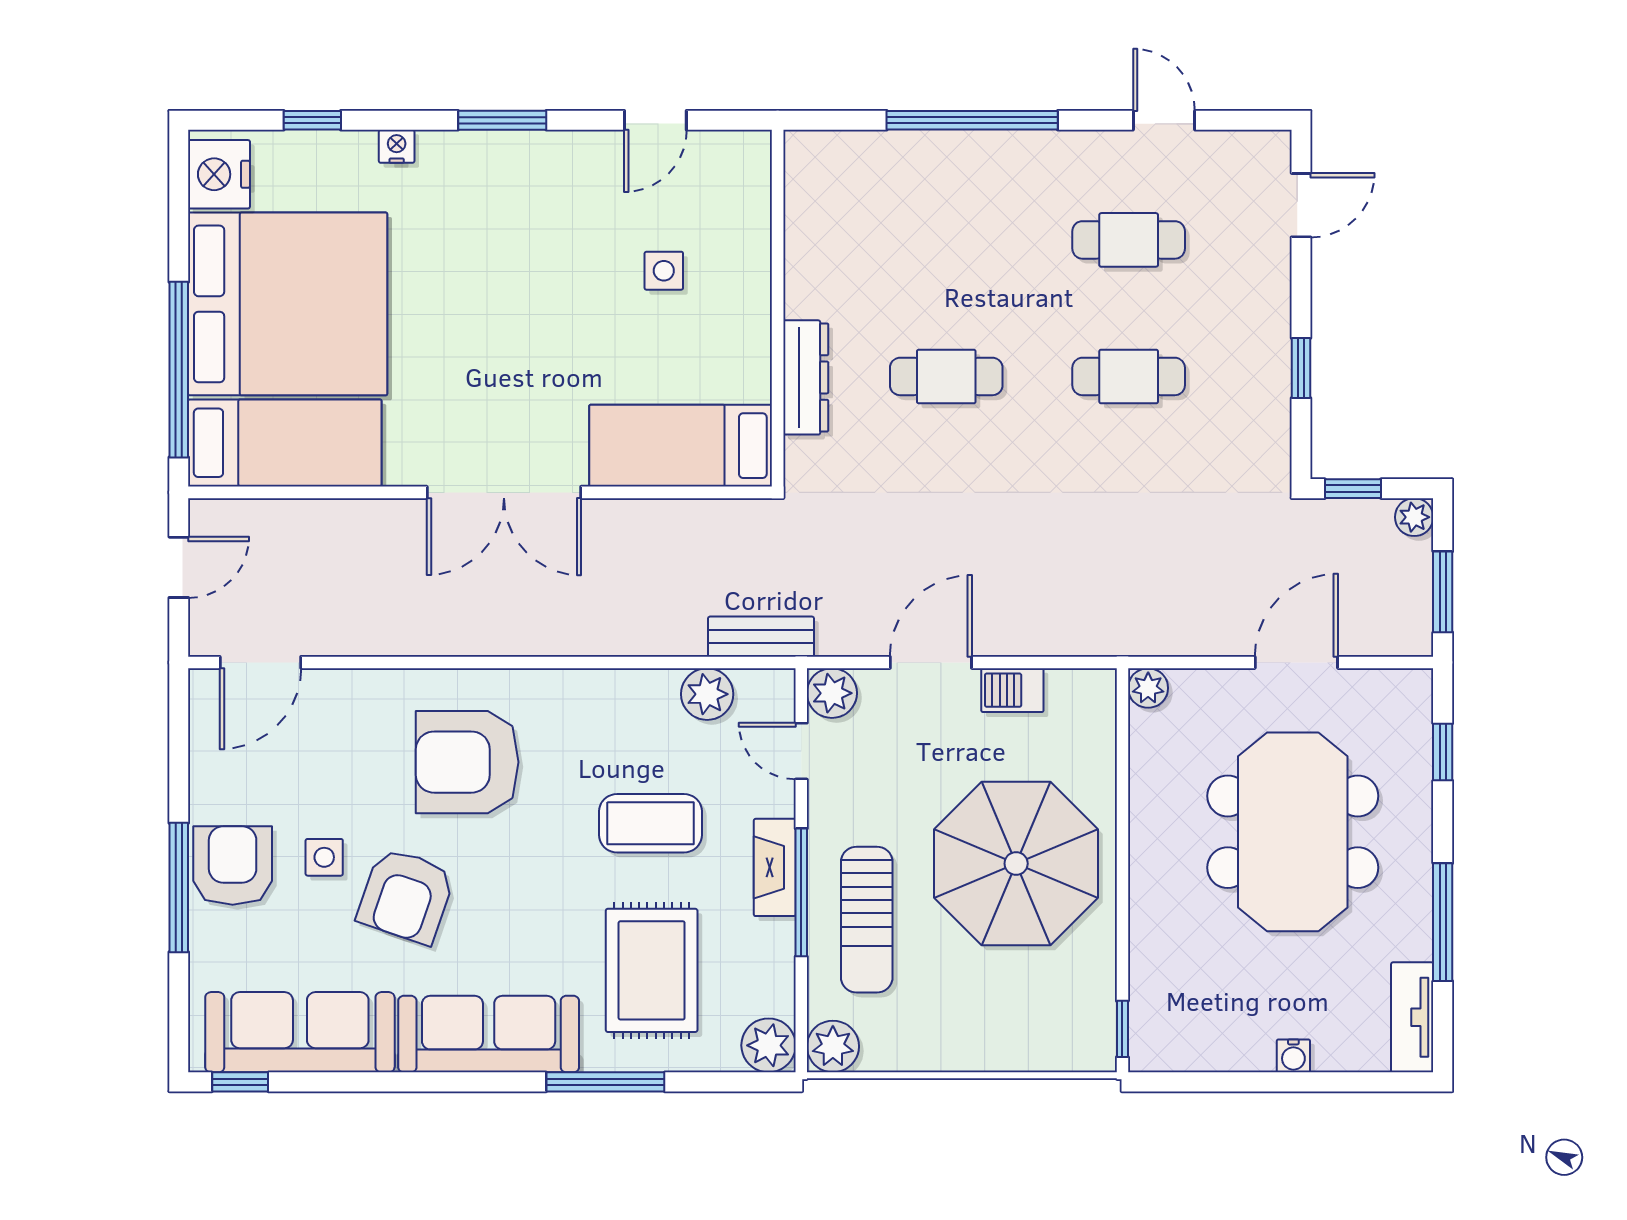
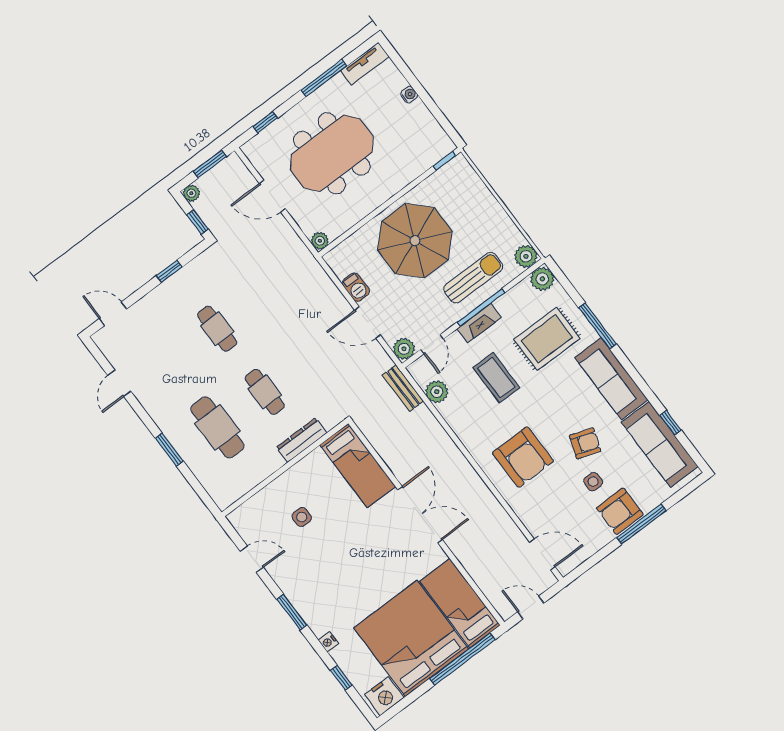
window: (972, 120) -> (169, 450), width x0.47
cafe table: (1129, 240) -> (217, 427), moved, width x1.37, depth x1.35
armchair: (406, 896) -> (585, 443), width x0.72, depth x0.72
window: (240, 1082) -> (670, 423), moved

